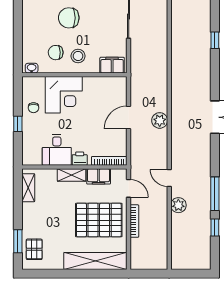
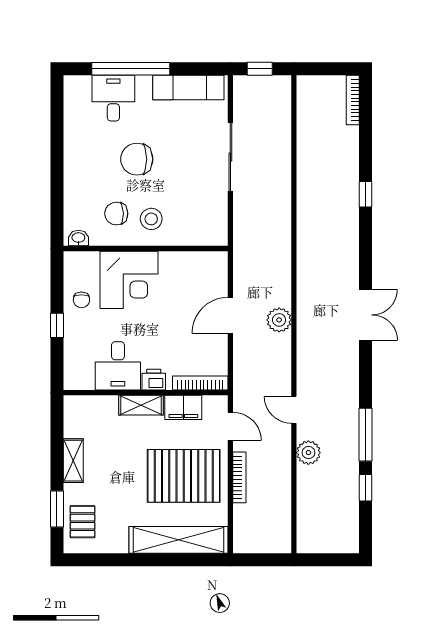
filing cabinet: (112, 65) -> (205, 233), removed
shelving: (28, 188) -> (73, 461), moved

